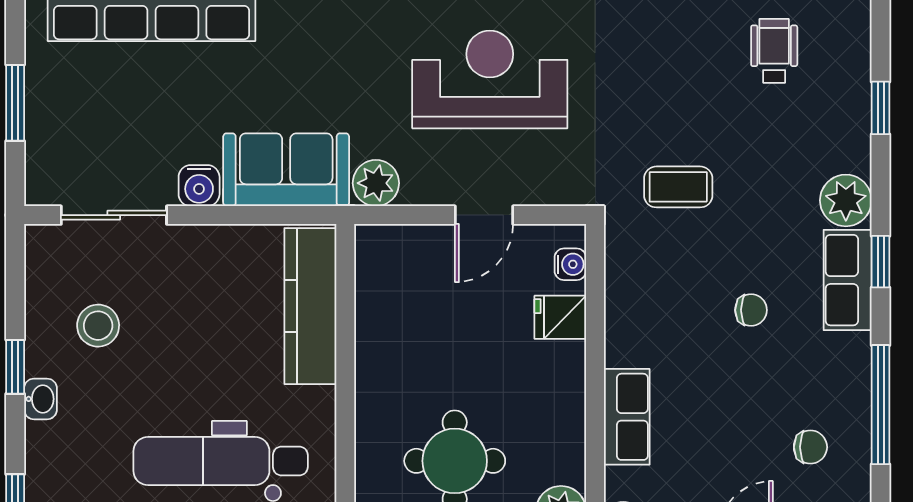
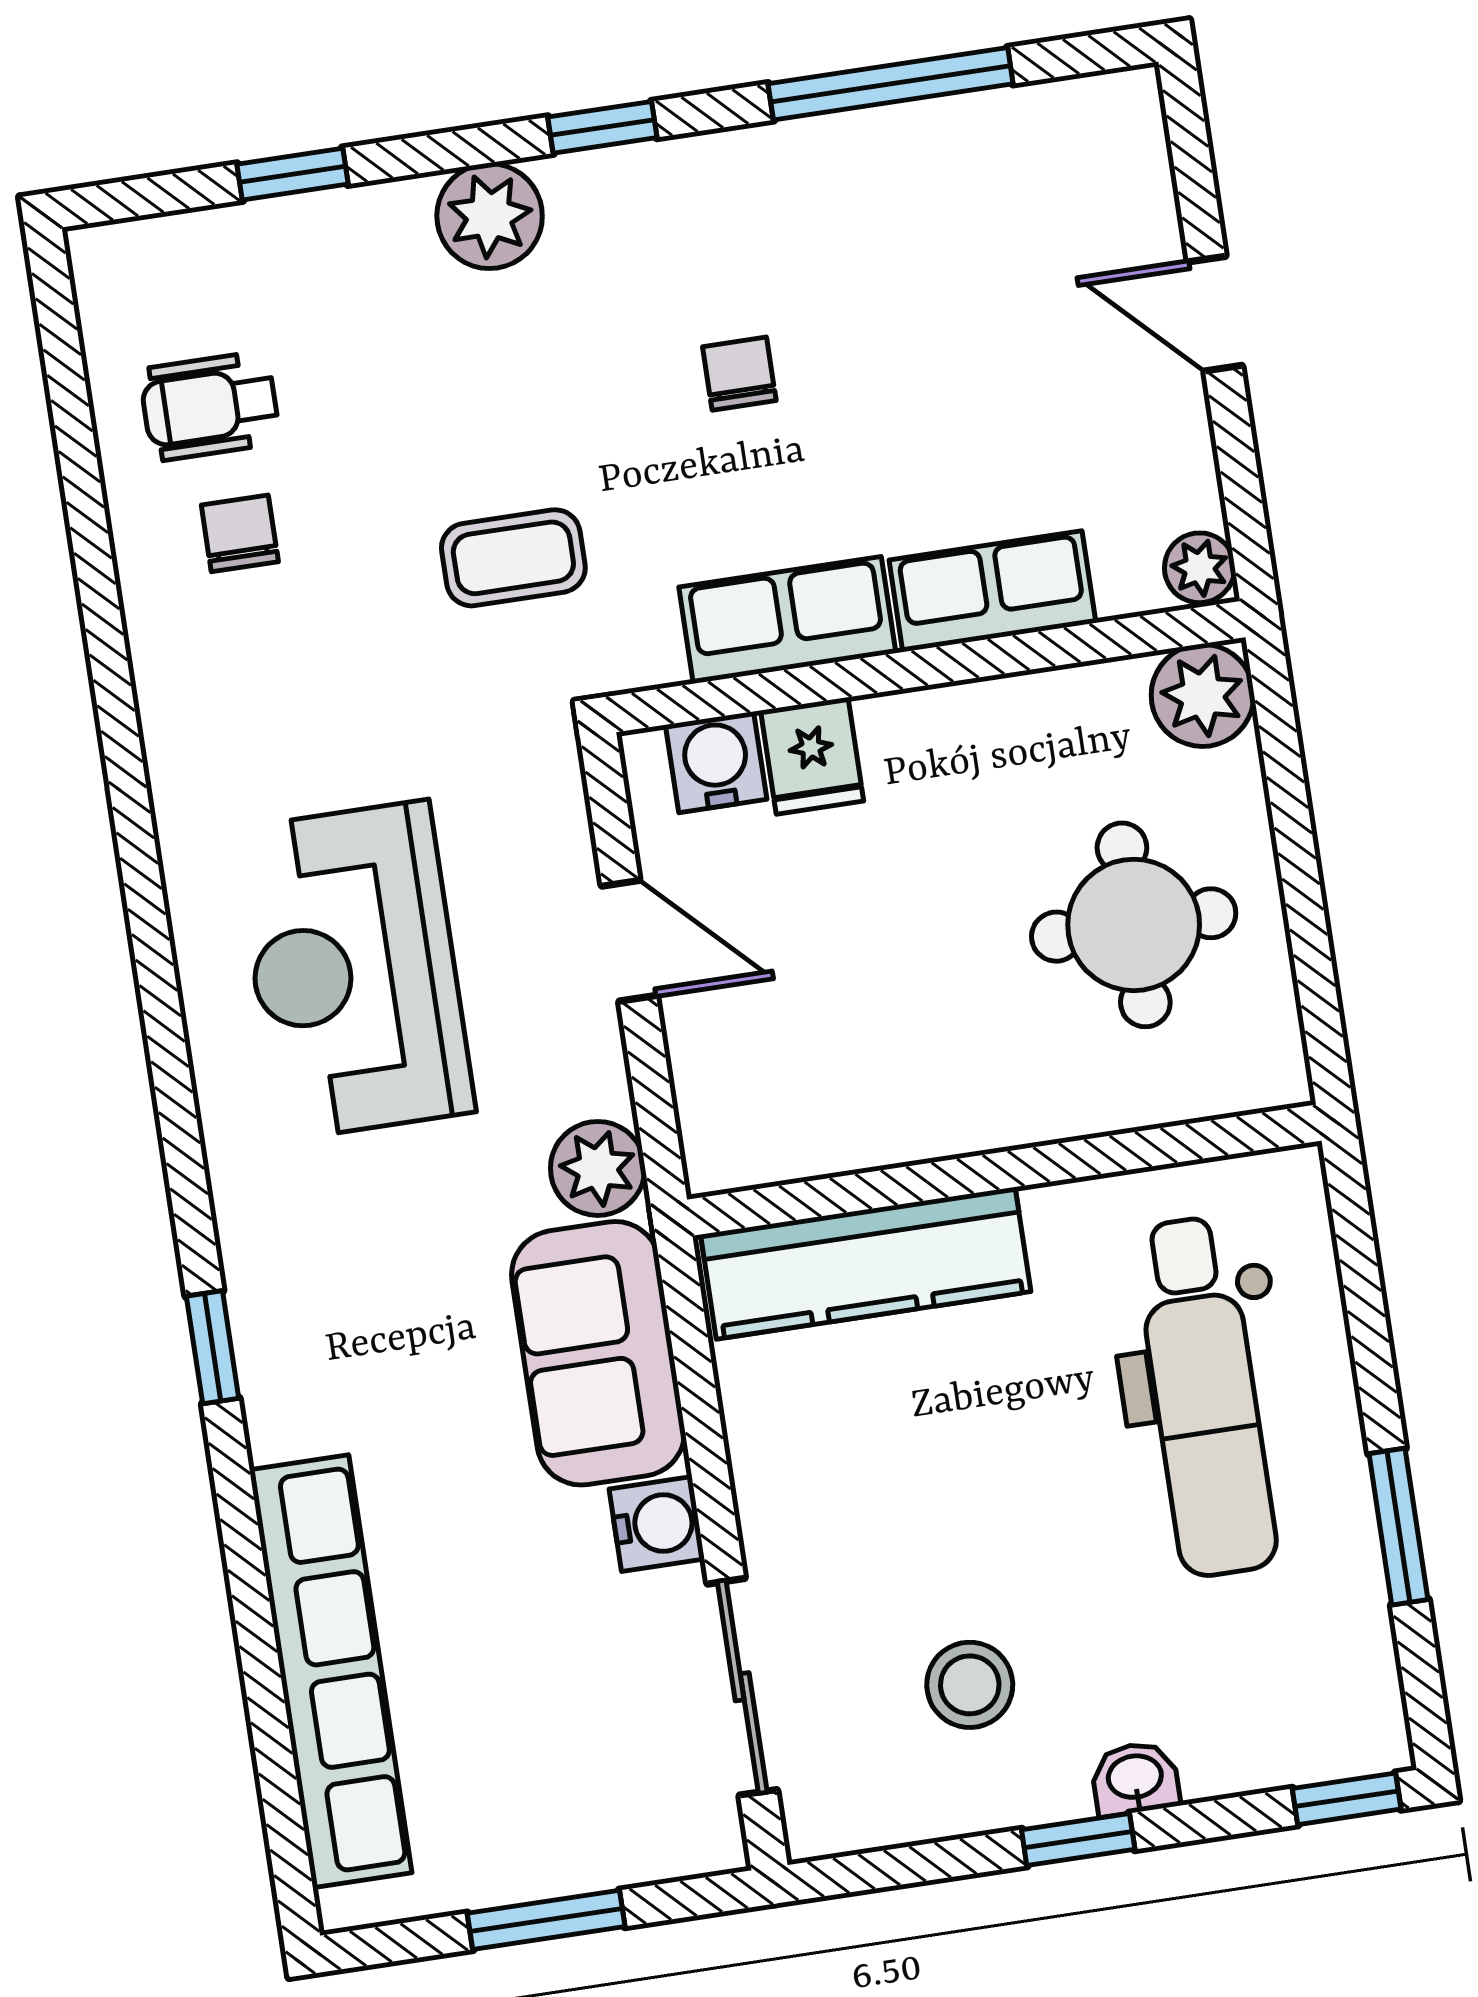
coffee table: (678, 187) -> (513, 558), turned 90
water cooler: (570, 264) -> (716, 762), width x1.38, depth x1.38
row of seats: (848, 280) -> (787, 620), moved, turned 180
chair: (810, 447) -> (240, 533), moved

